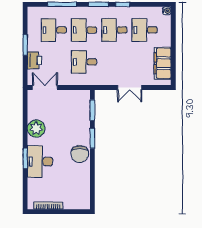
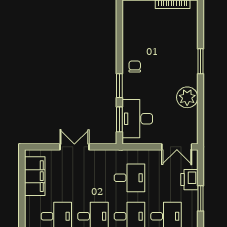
chair: (80, 154) -> (135, 66), width x0.54, depth x0.54
desk: (40, 161) -> (137, 119), moved, turned 180

